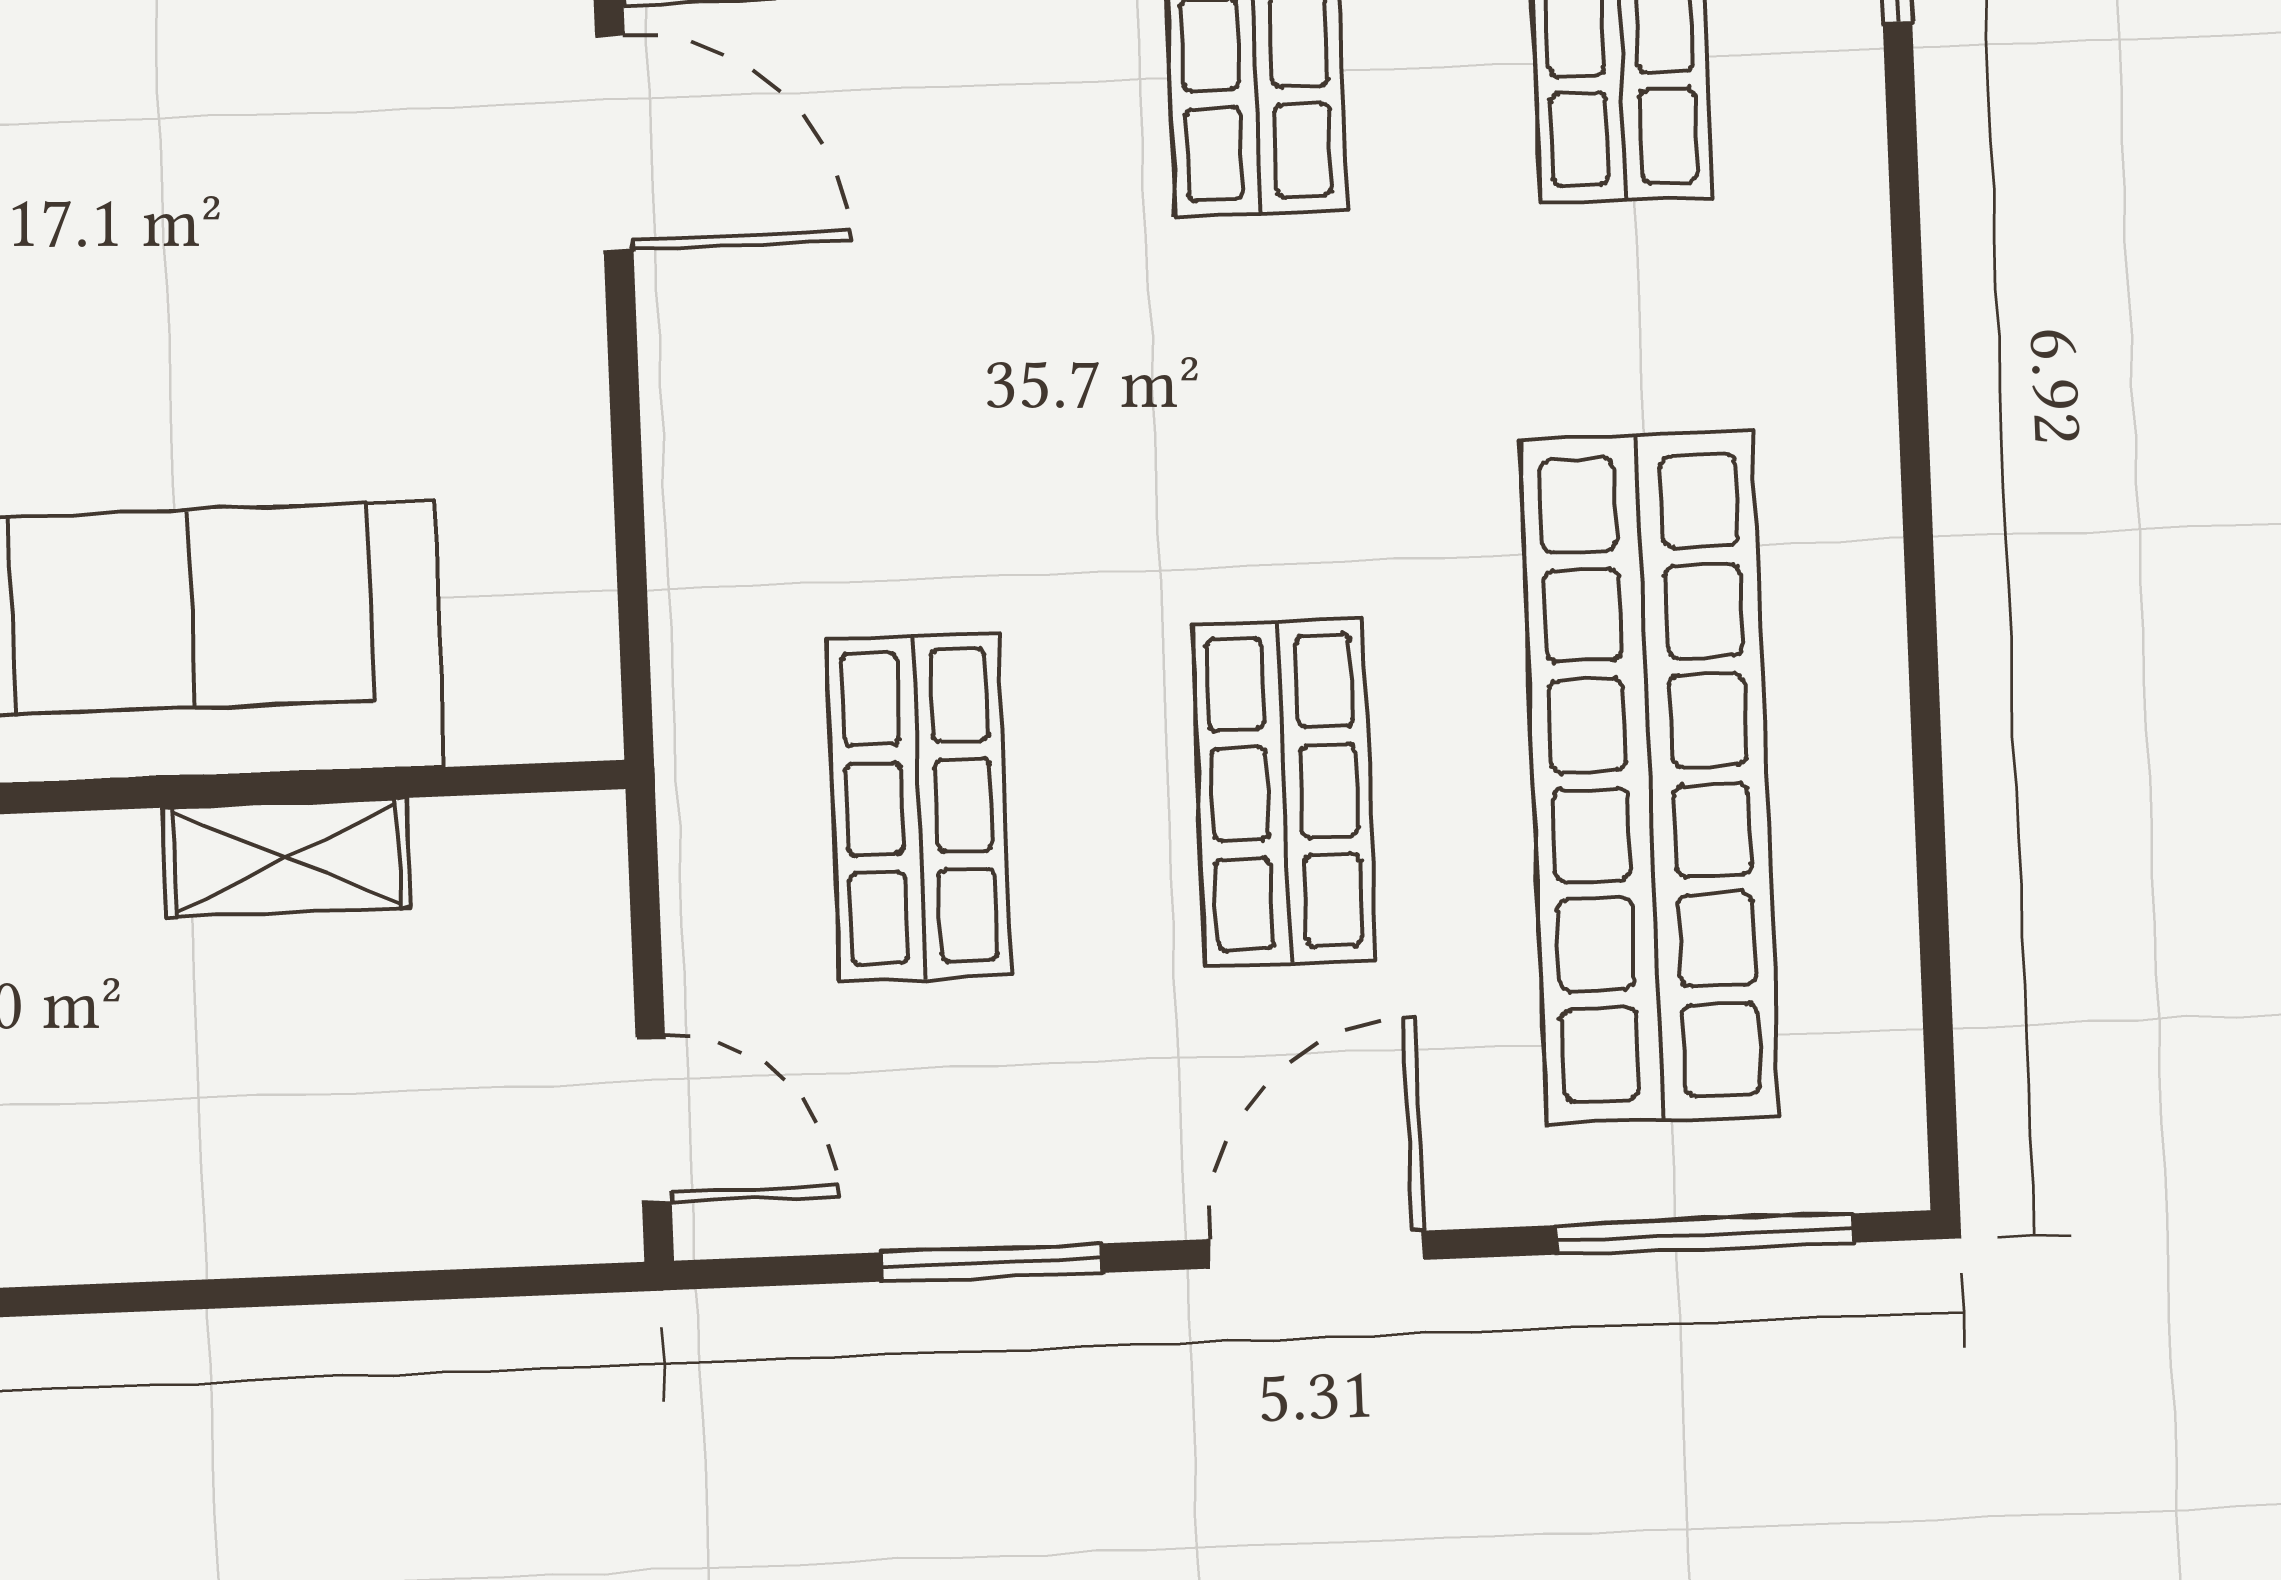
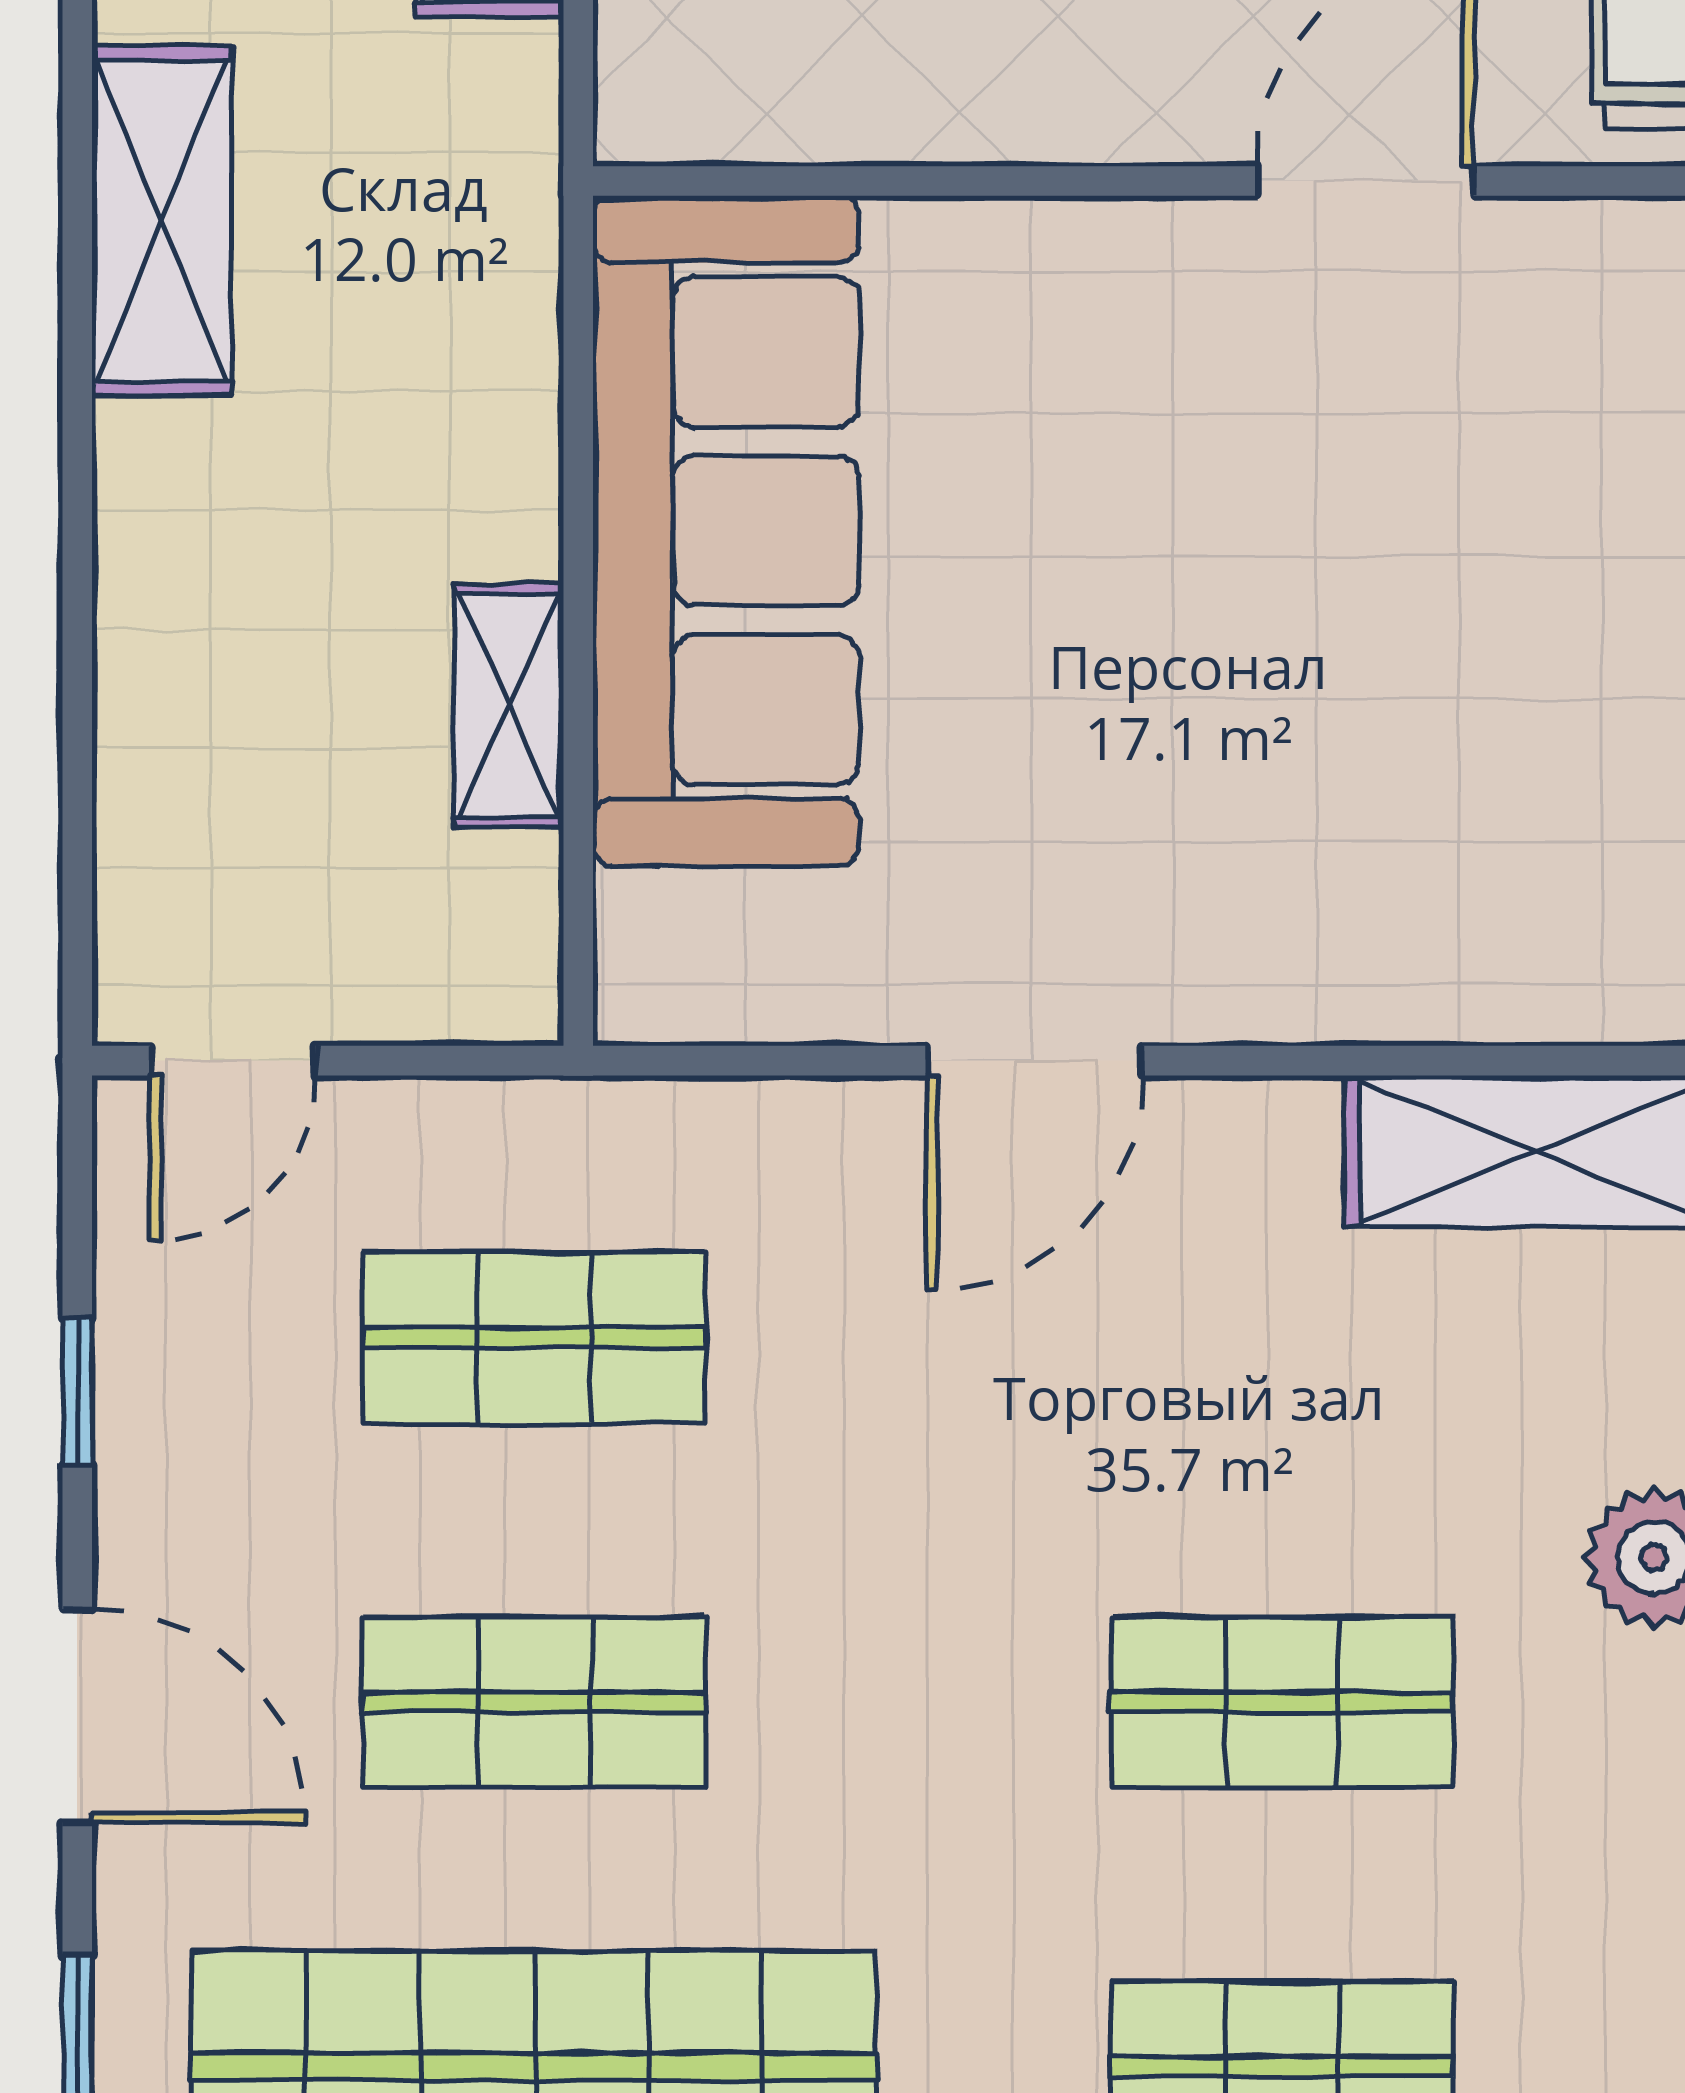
door: (614, 143) -> (1035, 1061), moved
window: (992, 1263) -> (77, 1392), width x0.67

